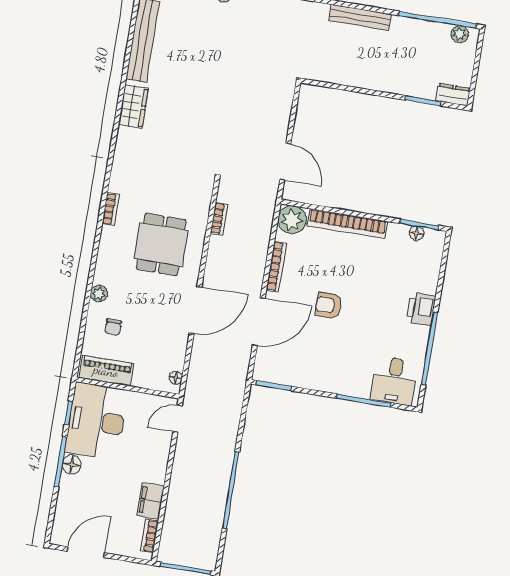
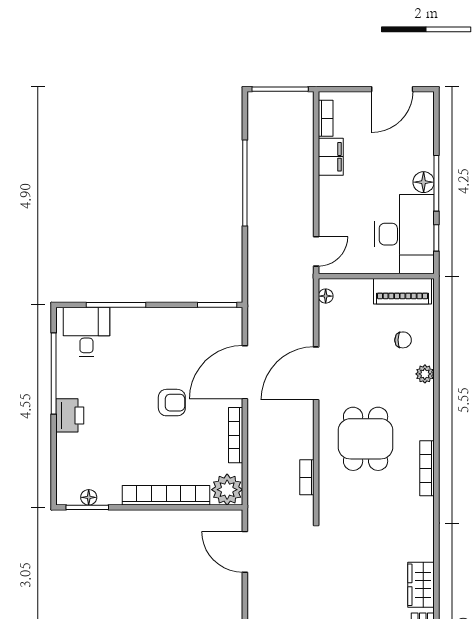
bookcase: (111, 209) -> (427, 468), width x1.56
chair: (113, 327) -> (403, 340), turned 91

